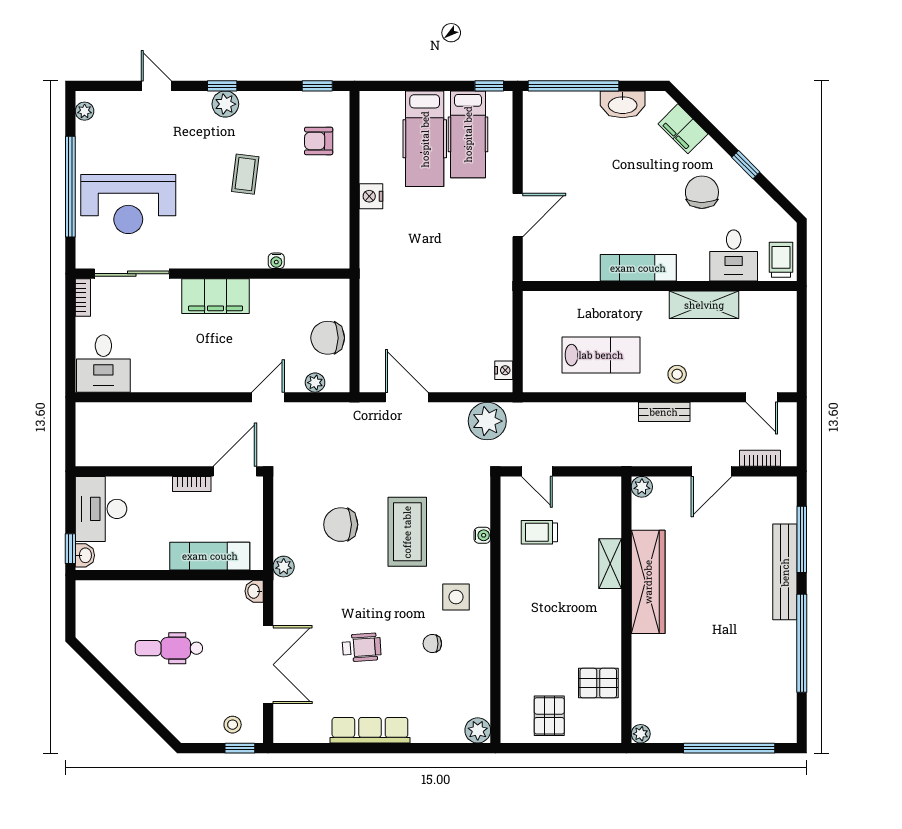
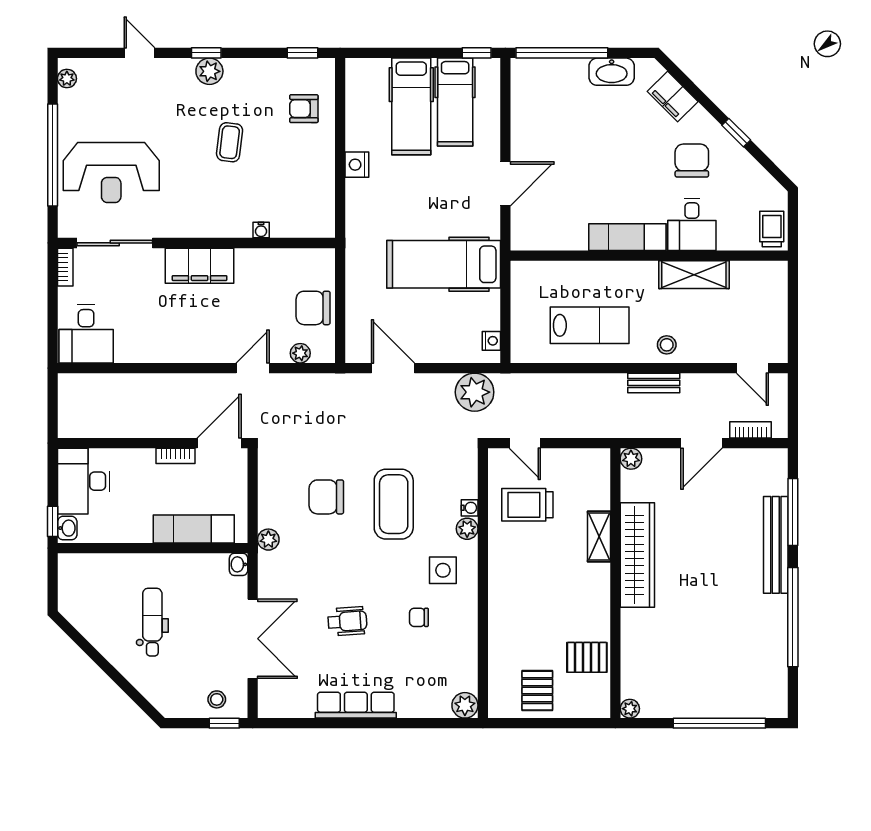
desk: (734, 255) -> (692, 225), moved
hospital bed: (457, 295) -> (444, 264), added
trolley: (539, 532) -> (527, 505), width x1.36, depth x1.39
plant: (480, 556) -> (467, 529), added
dental chair: (169, 648) -> (152, 622), turned 90

